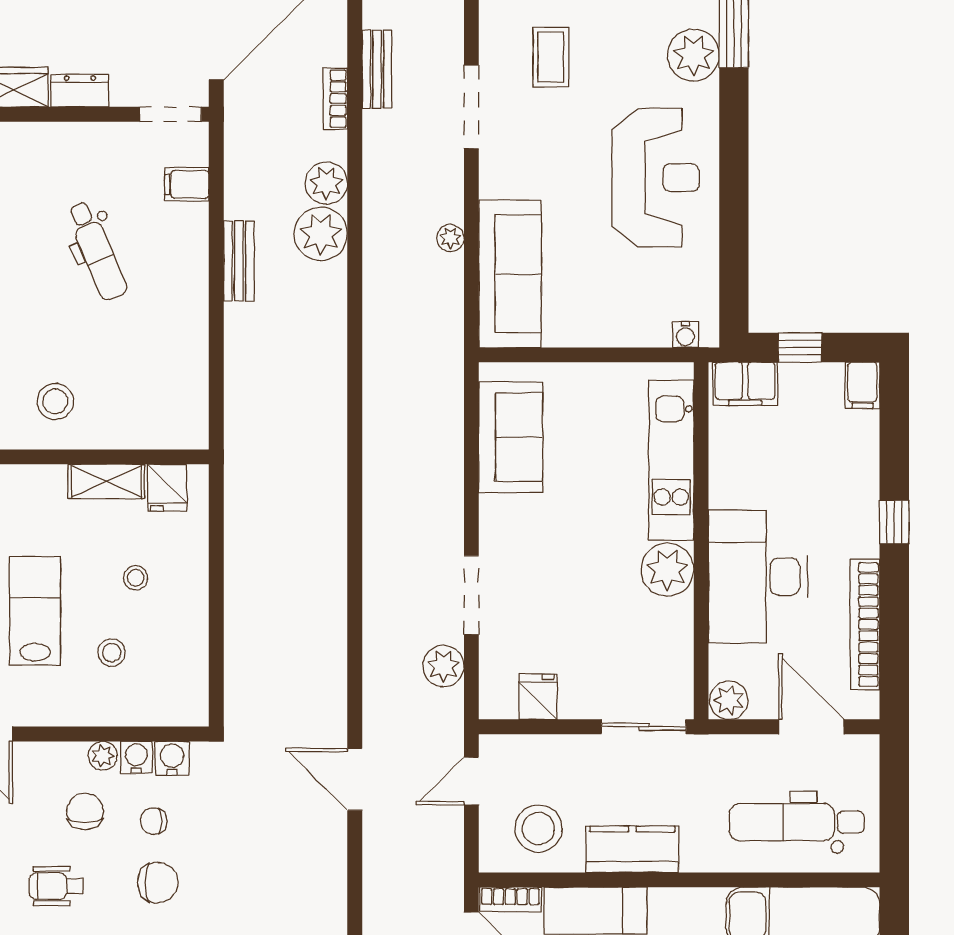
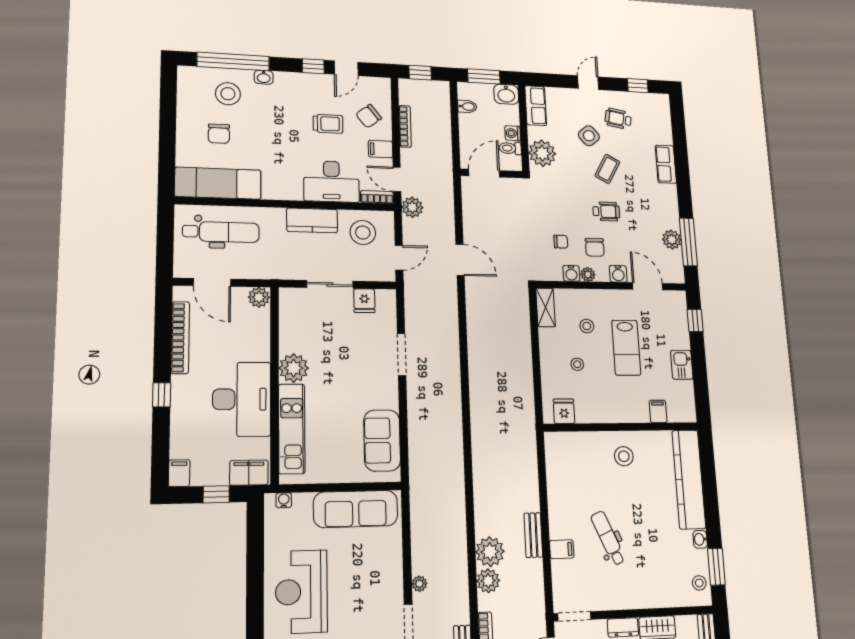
filing cabinet: (187, 184) -> (562, 549), moved
plant: (450, 238) -> (419, 584), moved
sofa: (510, 274) -> (356, 509), moved, turned -90
shelving: (106, 481) -> (546, 307), moved, turned 90
desk: (758, 577) -> (242, 399), moved
plant: (443, 666) -> (412, 207), moved
sliding door: (644, 727) -> (330, 284), moved
water cooler: (172, 758) -> (618, 274), moved
chair: (158, 883) -> (557, 212), removed

